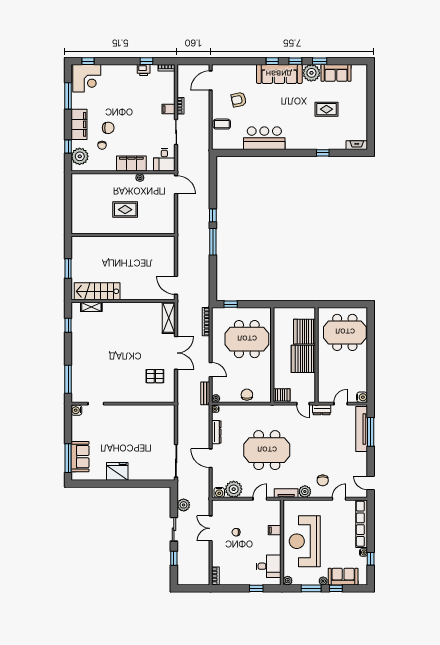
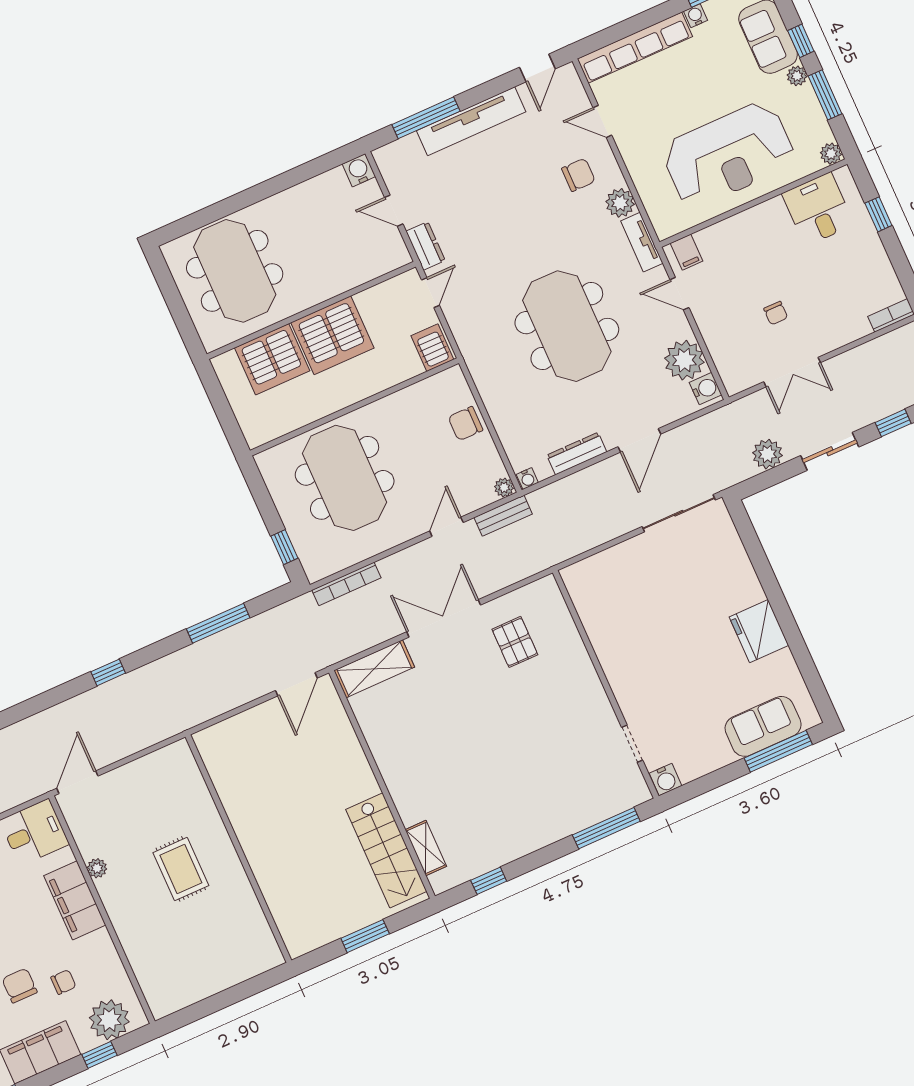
window: (213, 242) -> (218, 623), moved
tv unit: (362, 429) -> (471, 121), moved
filing cabinet: (275, 530) -> (687, 252), moved

